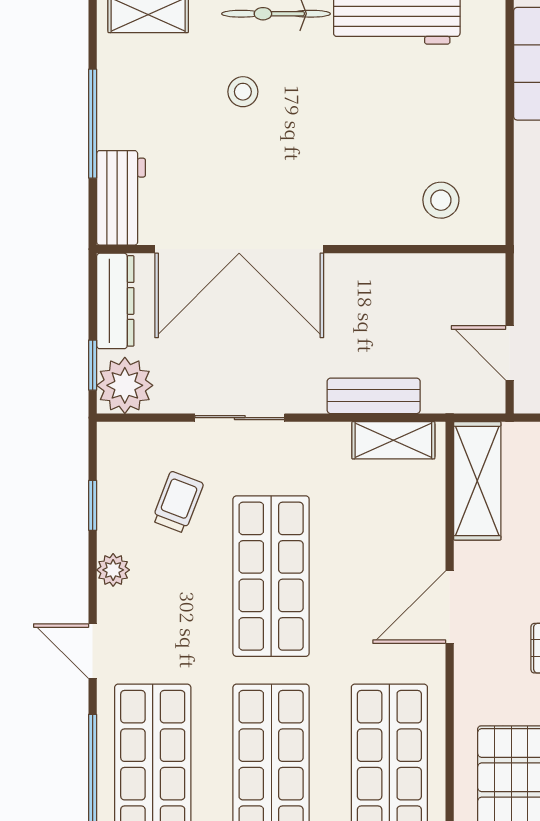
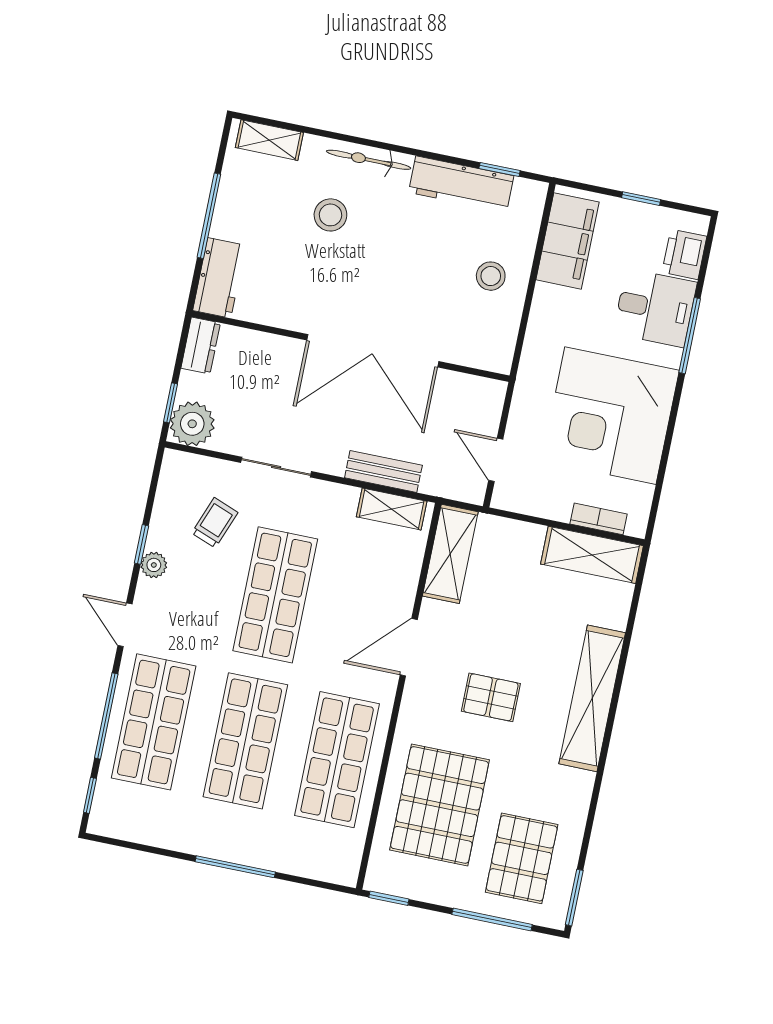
stool: (243, 92) -> (330, 215), width x1.37, depth x1.37
stool: (441, 200) -> (491, 276), moved
double door: (239, 249) -> (373, 351), moved
dresser: (115, 301) -> (201, 346), width x0.70
window: (93, 505) -> (141, 544), moved

